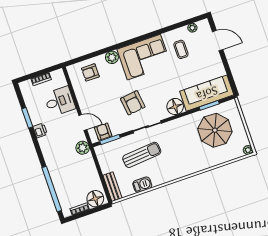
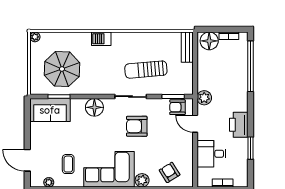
armchair: (90, 72) -> (170, 172), turned -122
sofa: (207, 93) -> (50, 110), width x0.73
armchair: (133, 103) -> (137, 126), turned -83
printer: (40, 130) -> (239, 125), width x1.87, depth x1.48
armchair: (103, 132) -> (177, 107), turned 90
barbecue: (142, 185) -> (101, 39), moved

